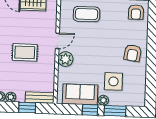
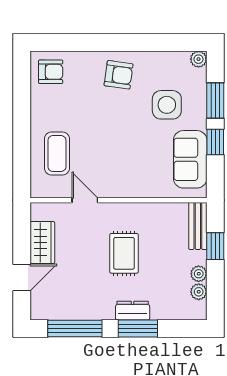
door: (57, 41) -> (85, 200), moved
plant: (65, 59) -> (133, 186), removed
plant: (103, 100) -> (199, 59), moved

